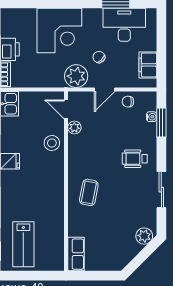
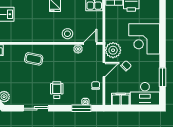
desk: (124, 25) -> (145, 94), moved, turned 90
door: (105, 89) -> (104, 70), swing flipped

